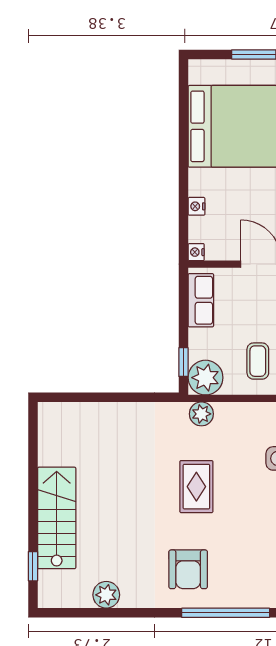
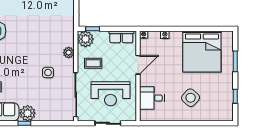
plant: (201, 414) -> (69, 53), moved
rug: (196, 487) -> (35, 35), removed

